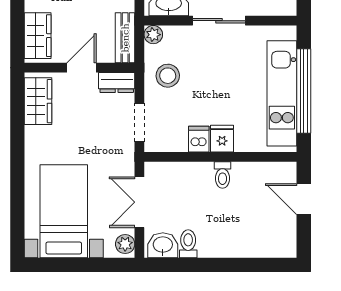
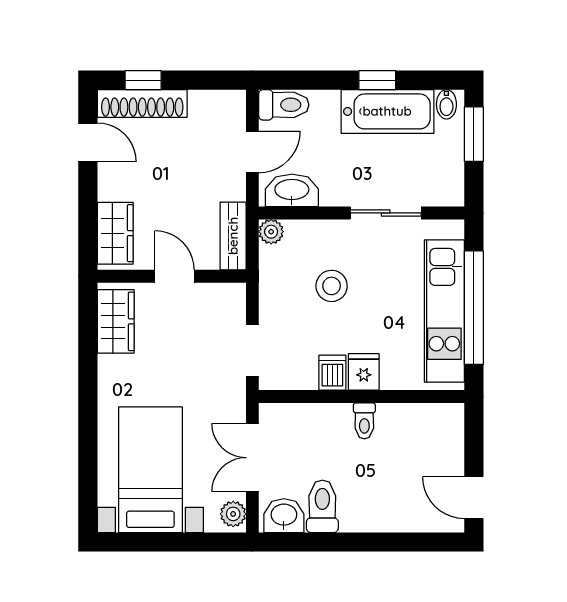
sliding door: (219, 21) -> (386, 213), moved
door: (82, 68) -> (174, 276), hinge flipped
stool: (168, 76) -> (332, 286), moved
dresser: (117, 82) -> (222, 296), removed
door: (304, 199) -> (474, 498), moved
toilet: (188, 244) -> (322, 506), width x1.37, depth x1.39

